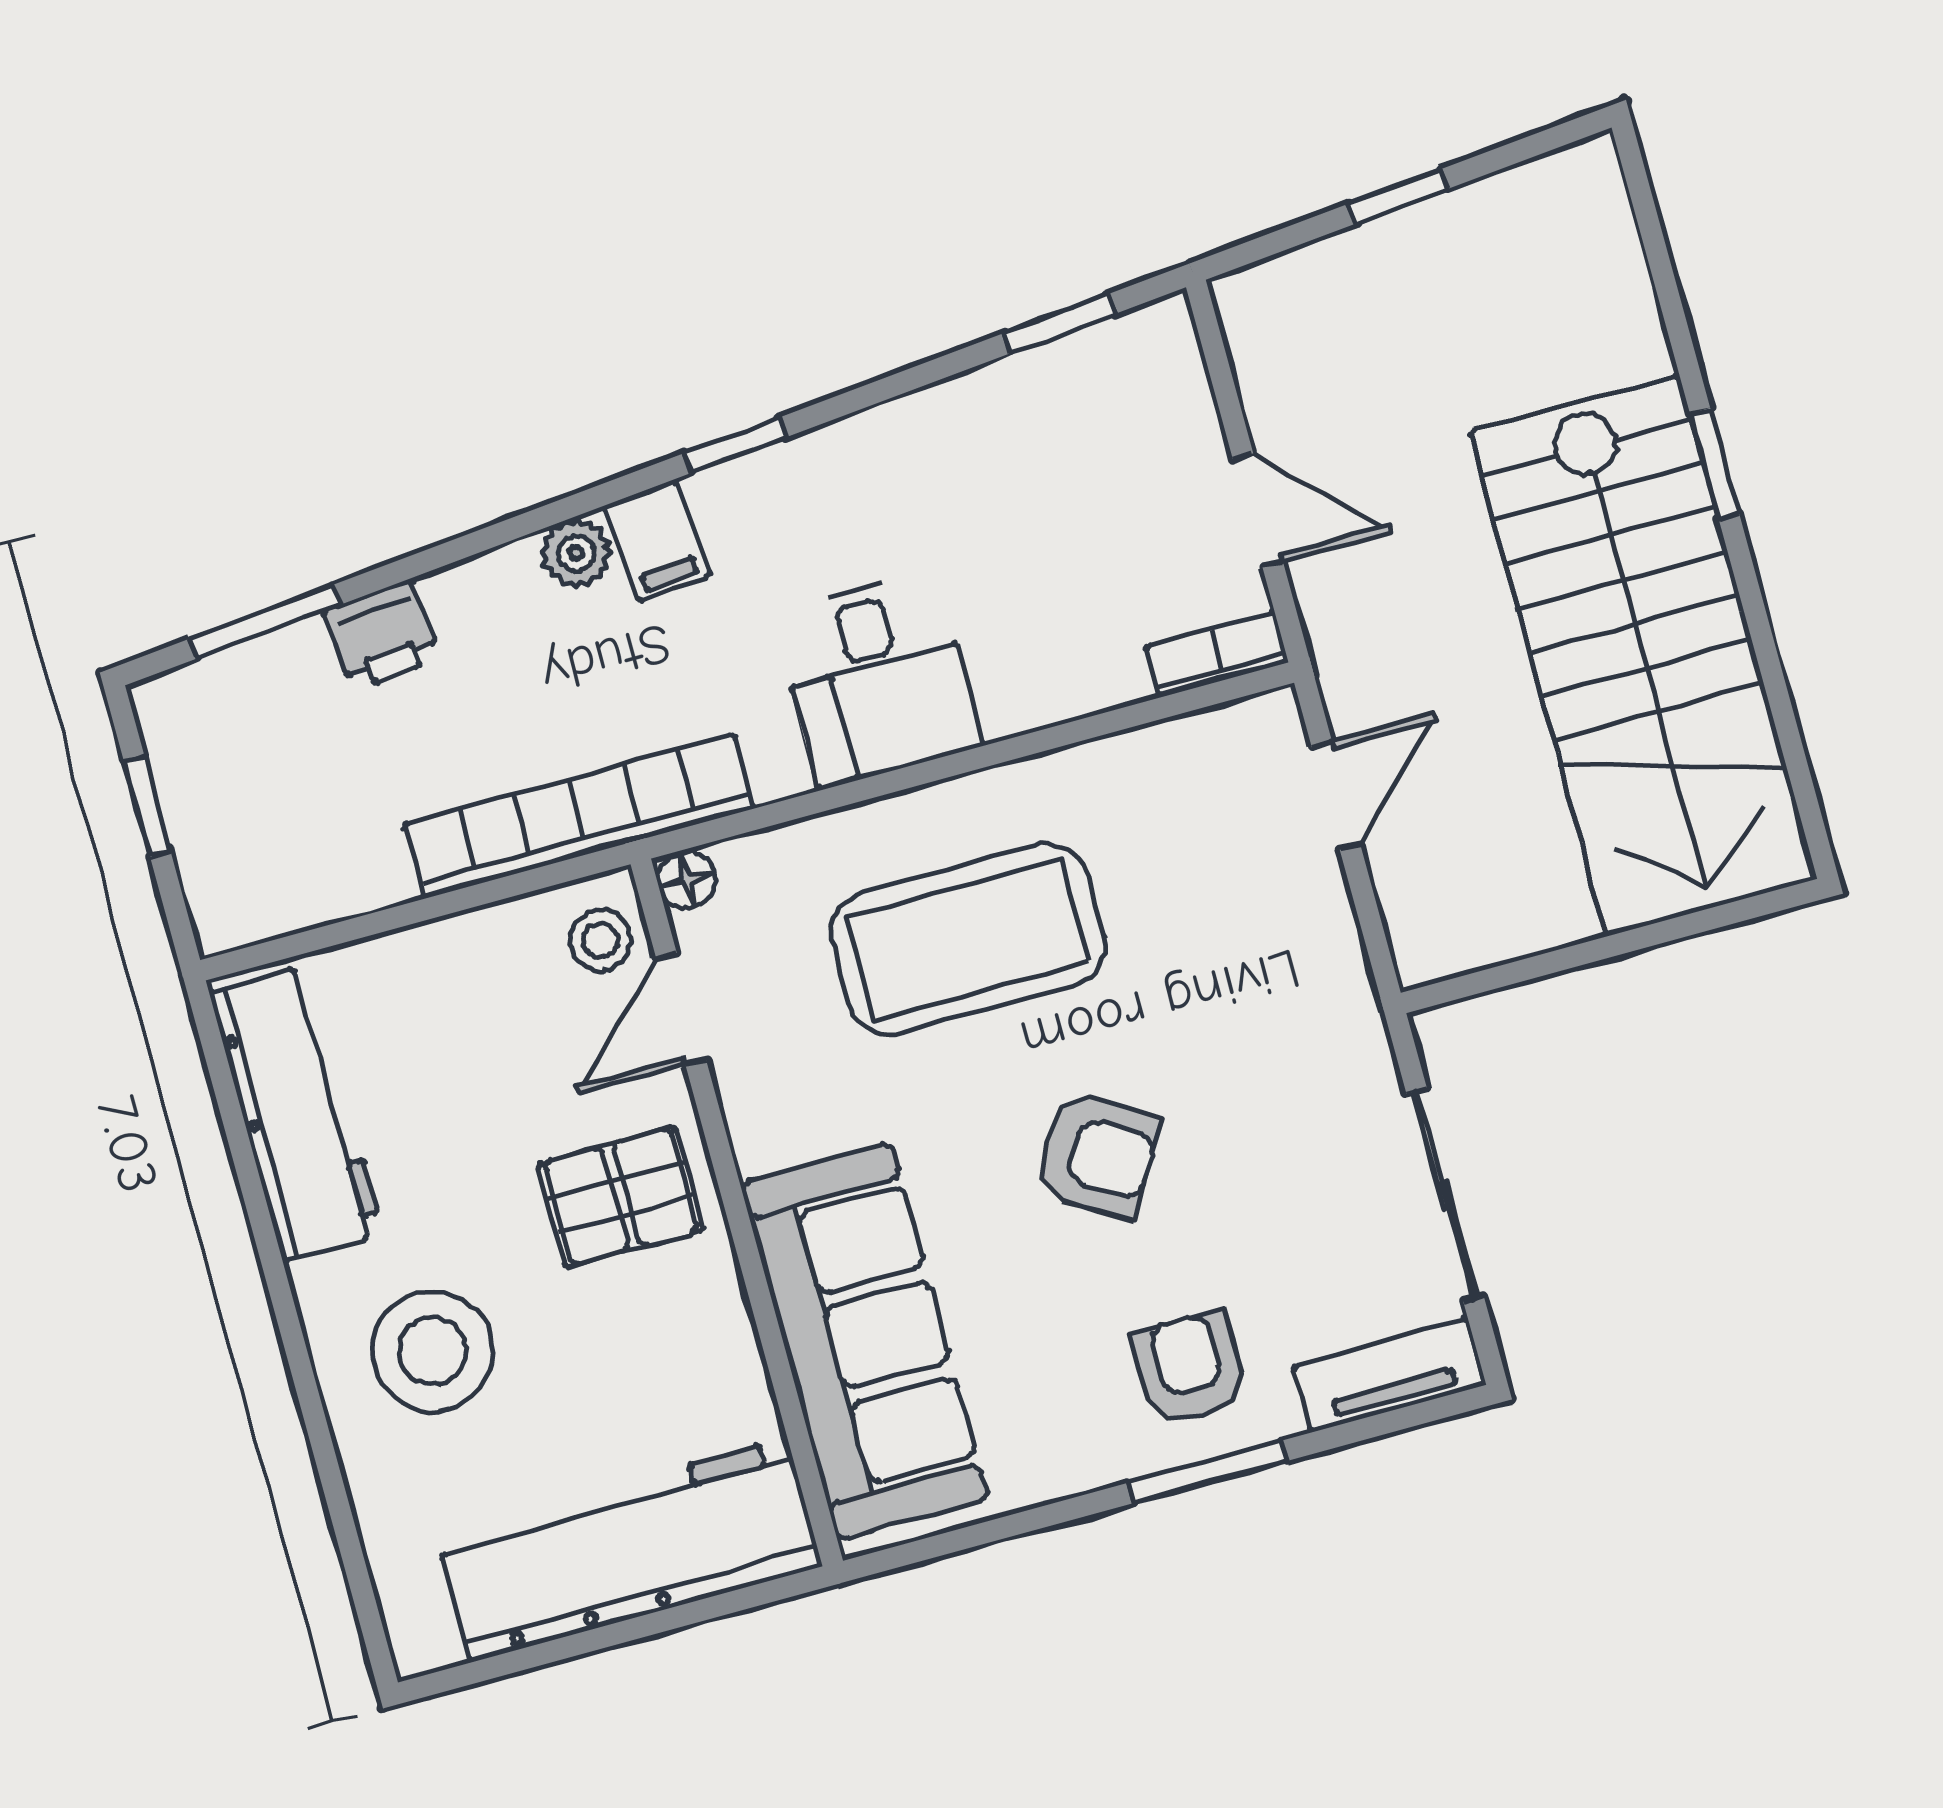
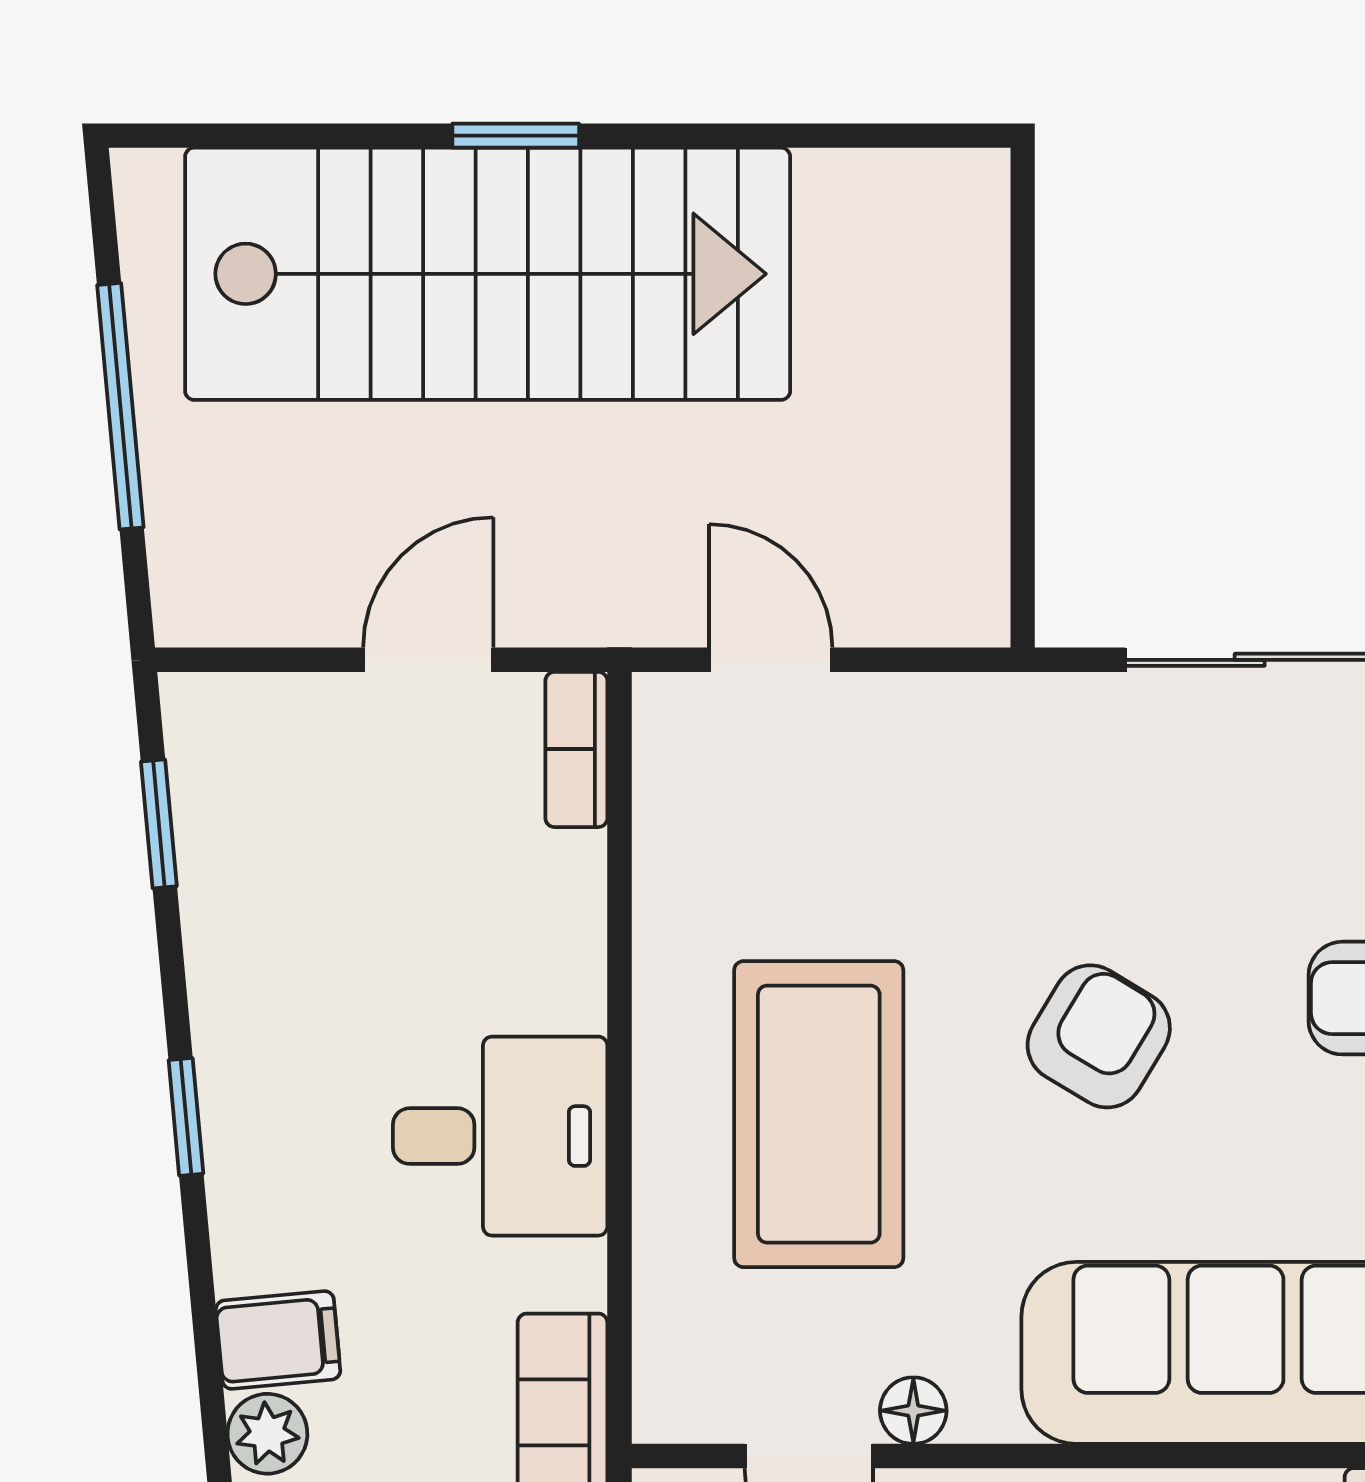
window: (1399, 196) -> (120, 406), width x2.17
window: (735, 445) -> (186, 1117), moved
stairs: (1643, 656) -> (488, 274), moved
floor lamp: (686, 880) -> (913, 1411), moved

